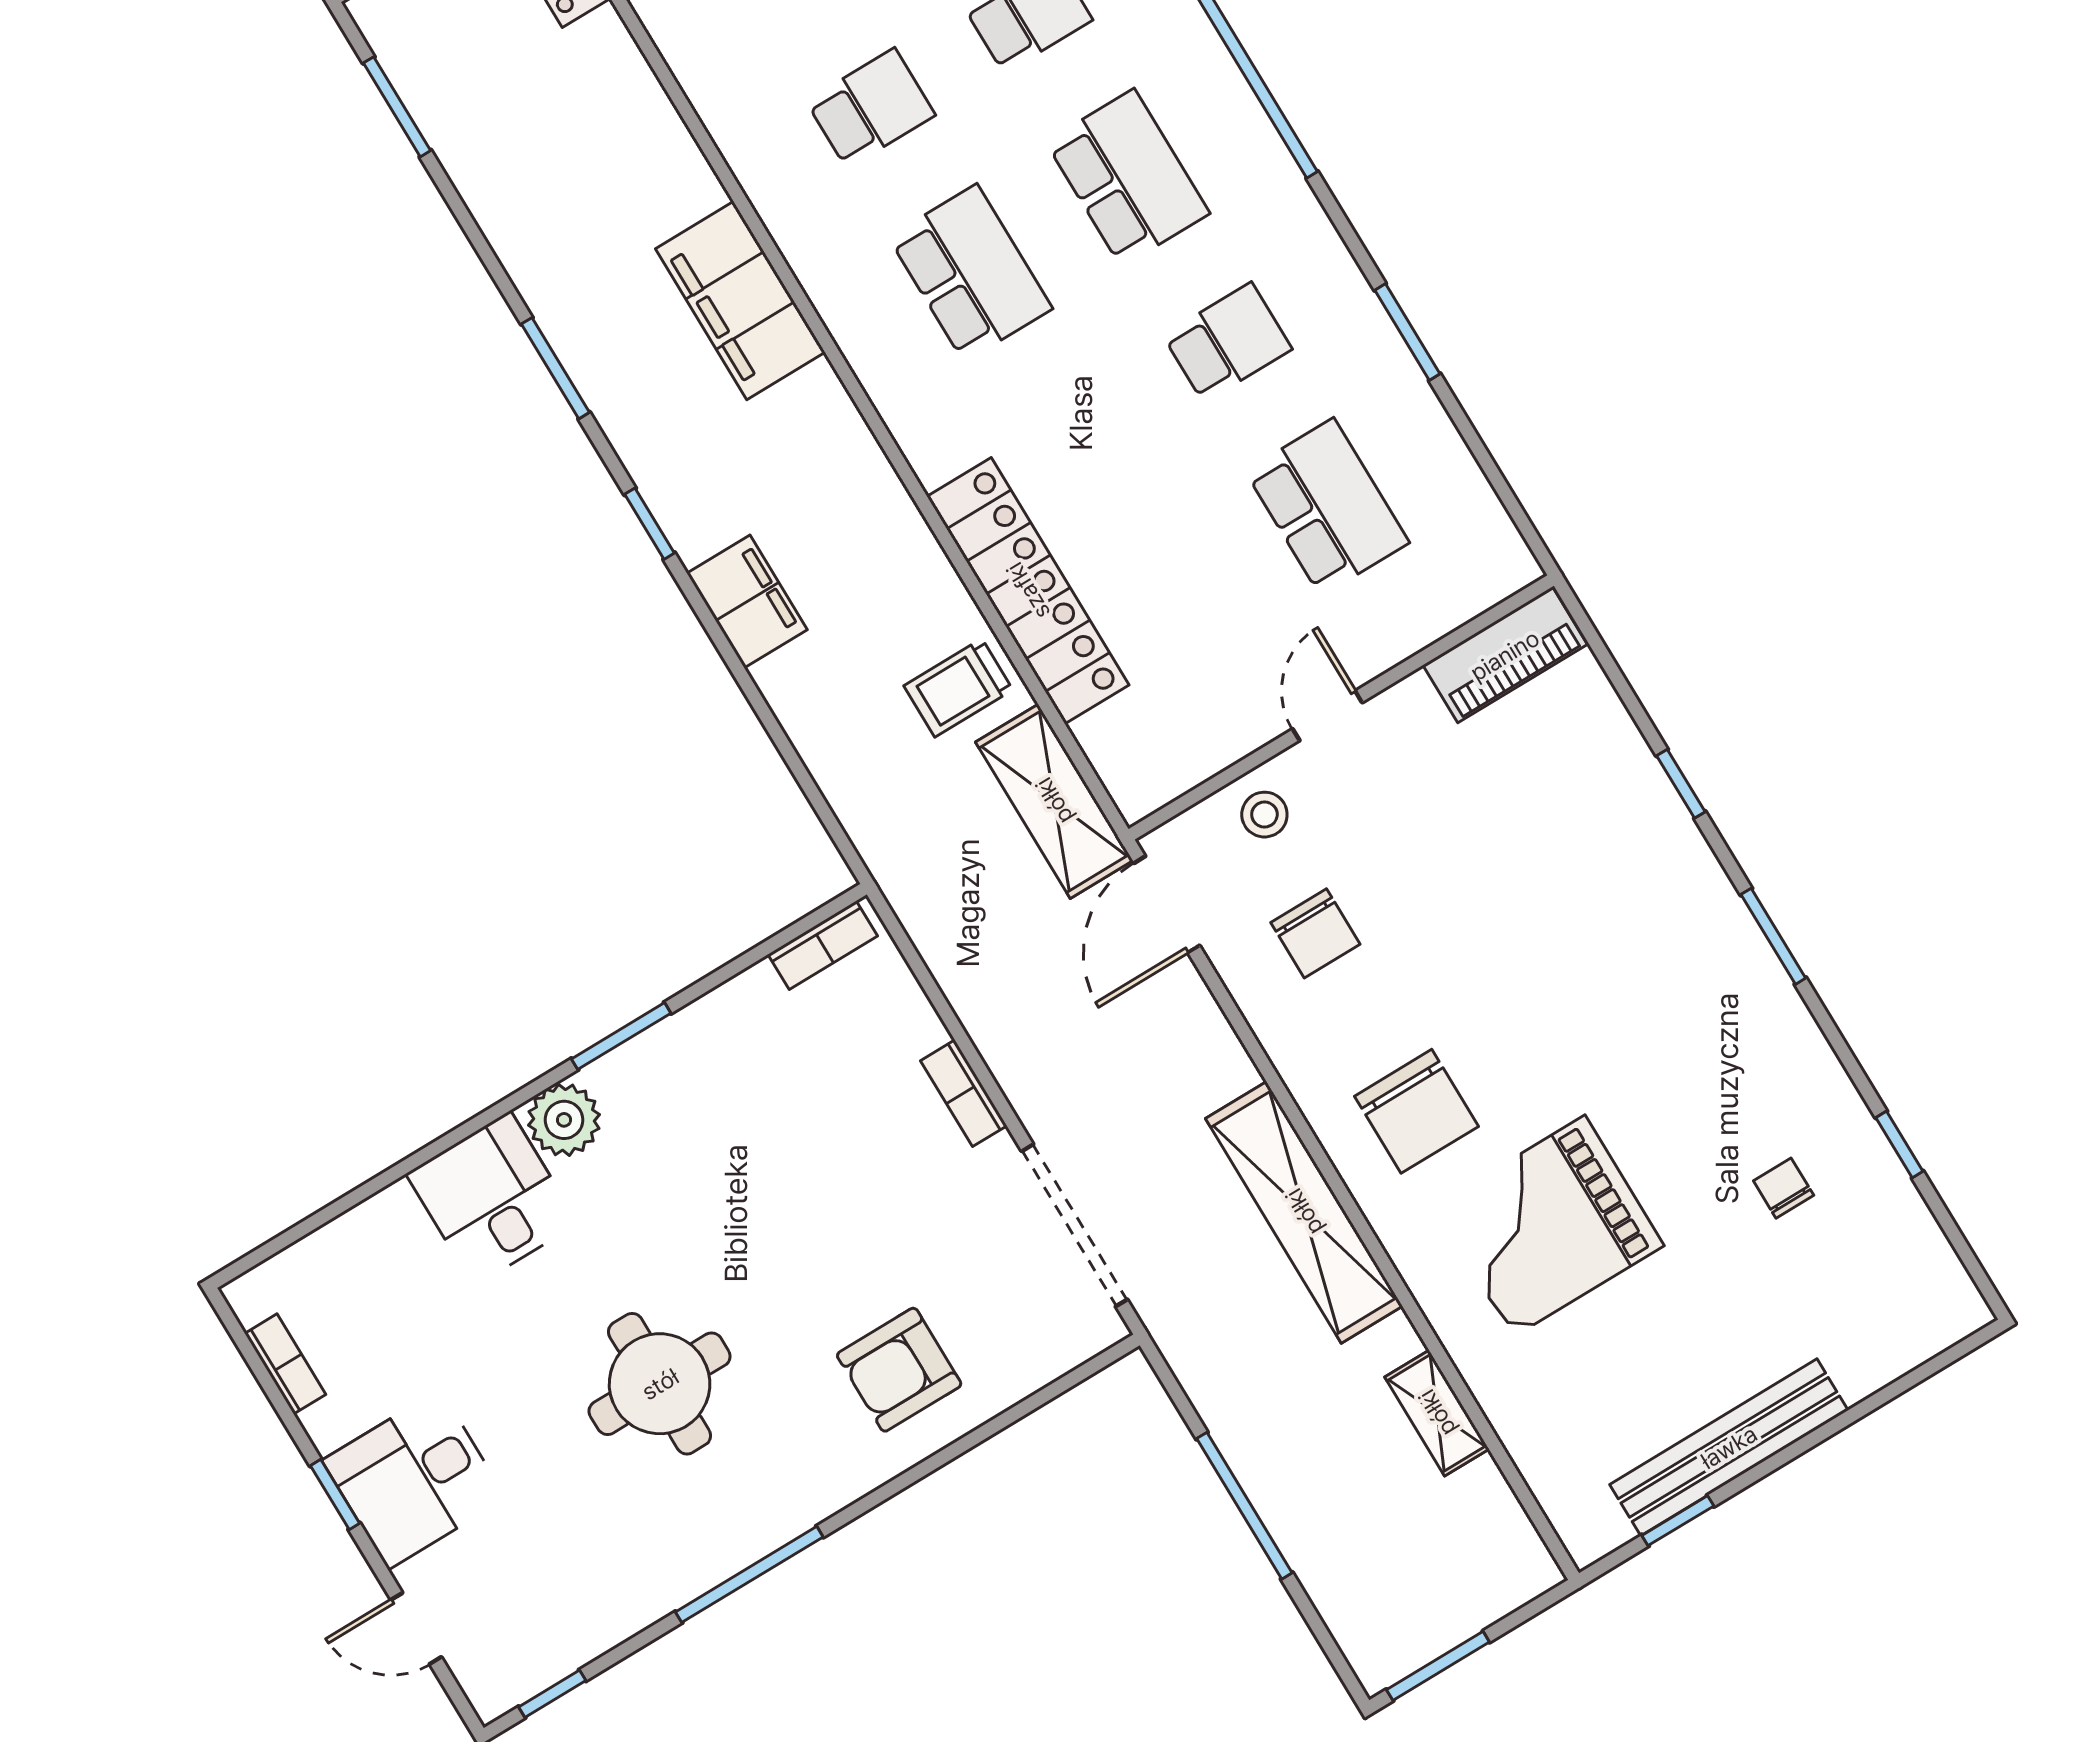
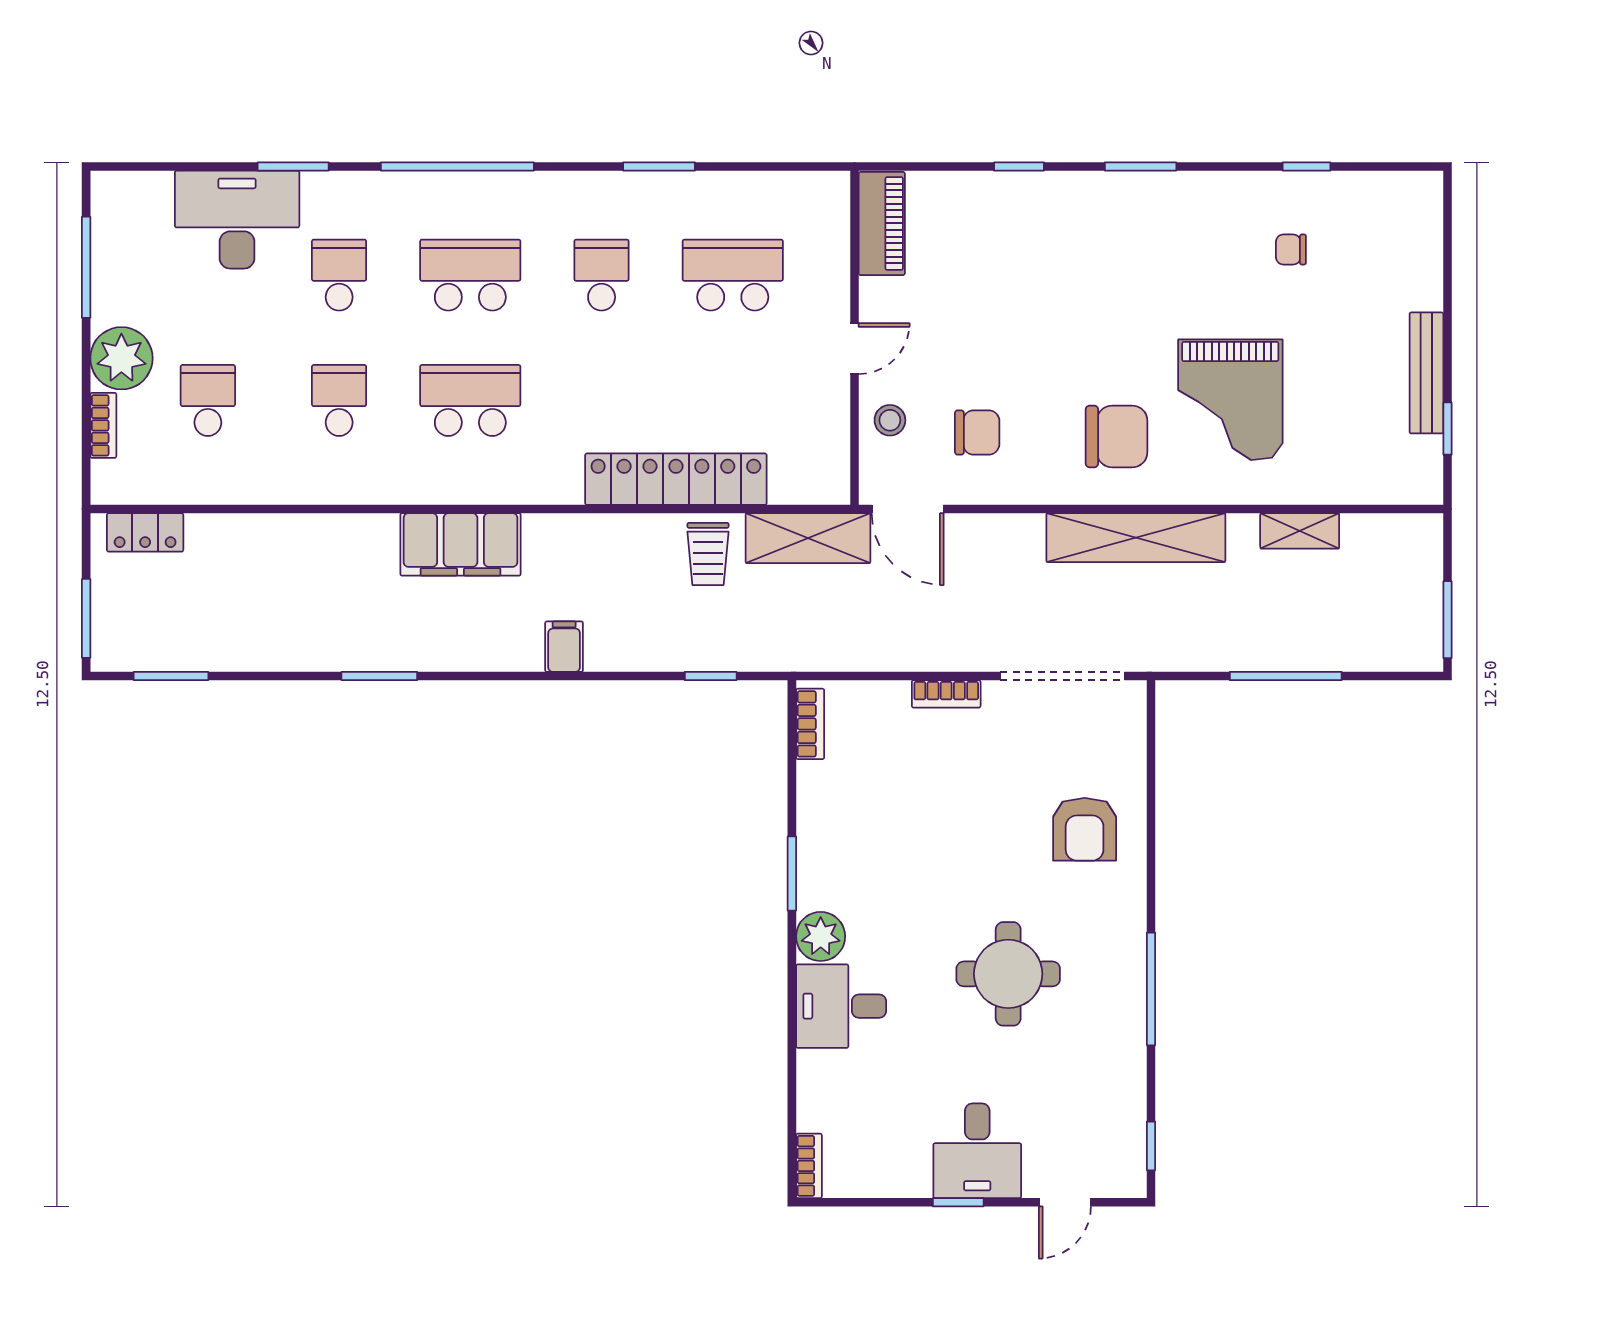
filing cabinet: (740, 300) -> (460, 544), moved
window: (650, 524) -> (711, 676), moved
filing cabinet: (747, 601) -> (564, 647), width x0.50
door: (1327, 716) -> (855, 349), swing flipped
bookcase: (285, 1364) -> (809, 1166), moved, turned 90
bench: (1729, 1447) -> (1426, 373), width x0.73, depth x0.82

